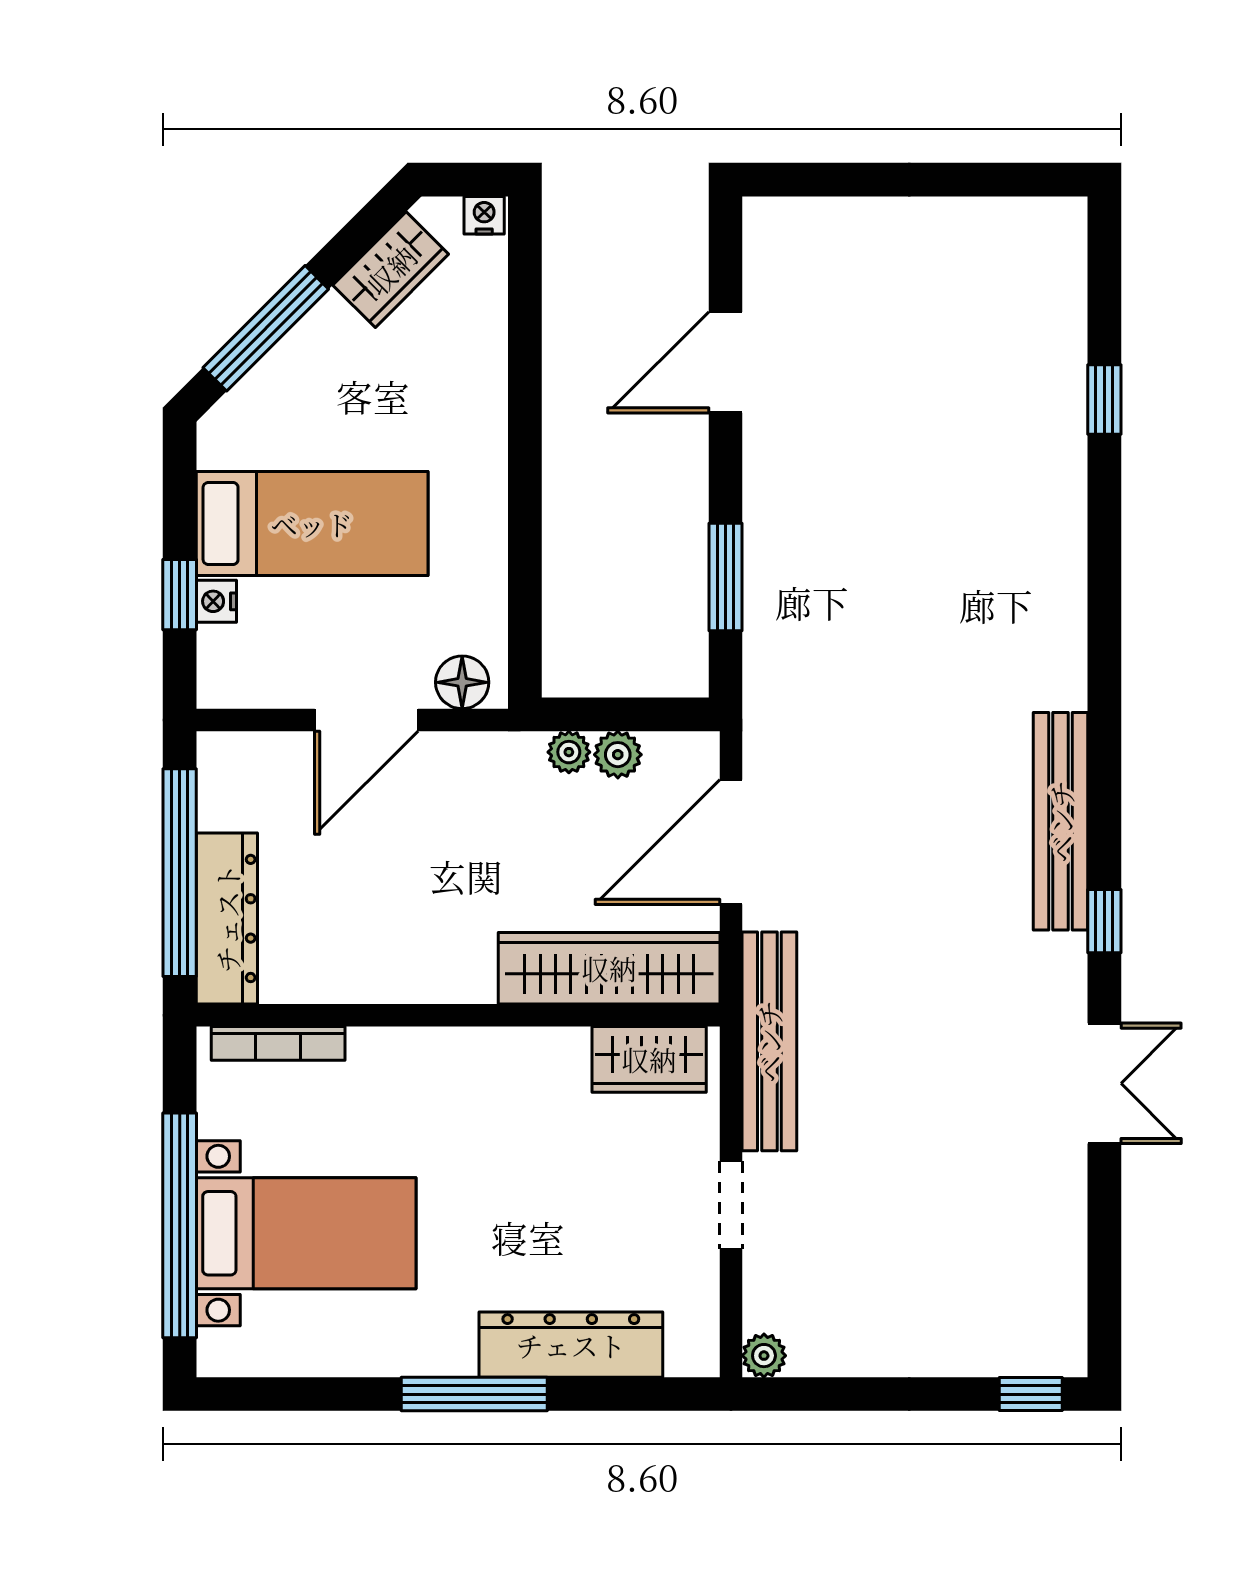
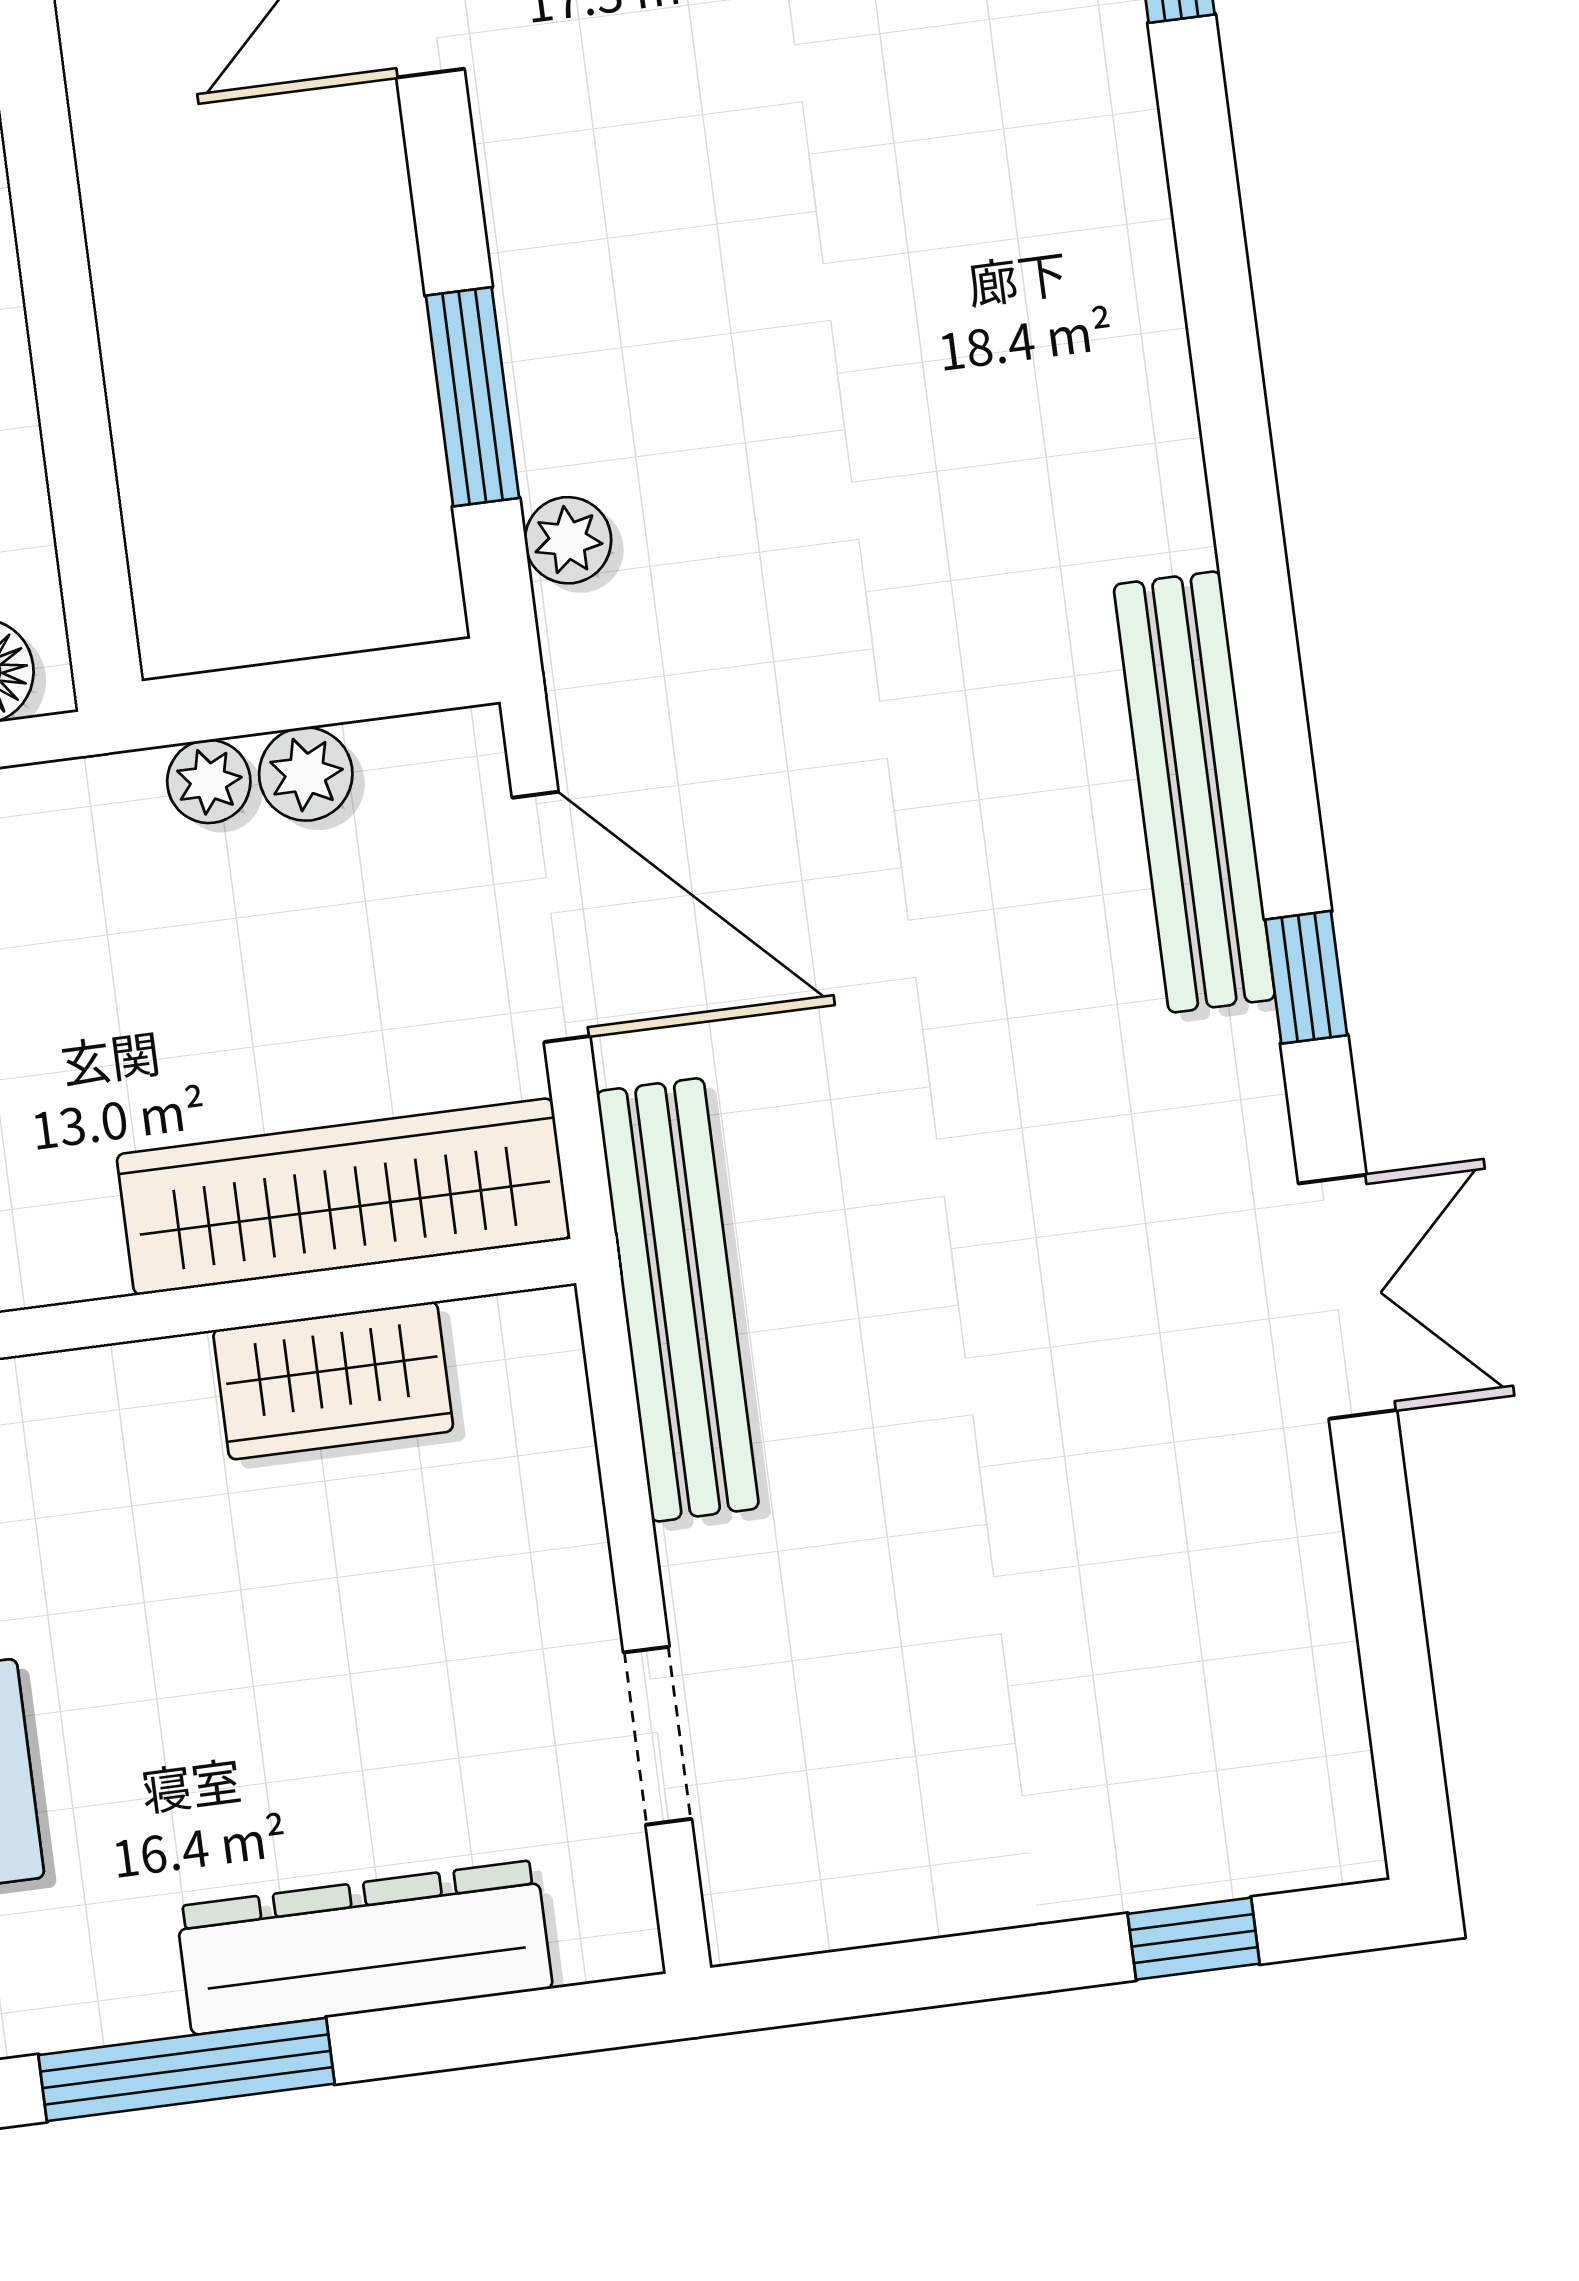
door: (731, 842) -> (551, 917), swing flipped
wardrobe: (649, 1059) -> (333, 1381), moved
doorway: (731, 1205) -> (657, 1736), moved
plant: (764, 1356) -> (568, 540), moved
window: (1031, 1394) -> (1194, 1939), moved

